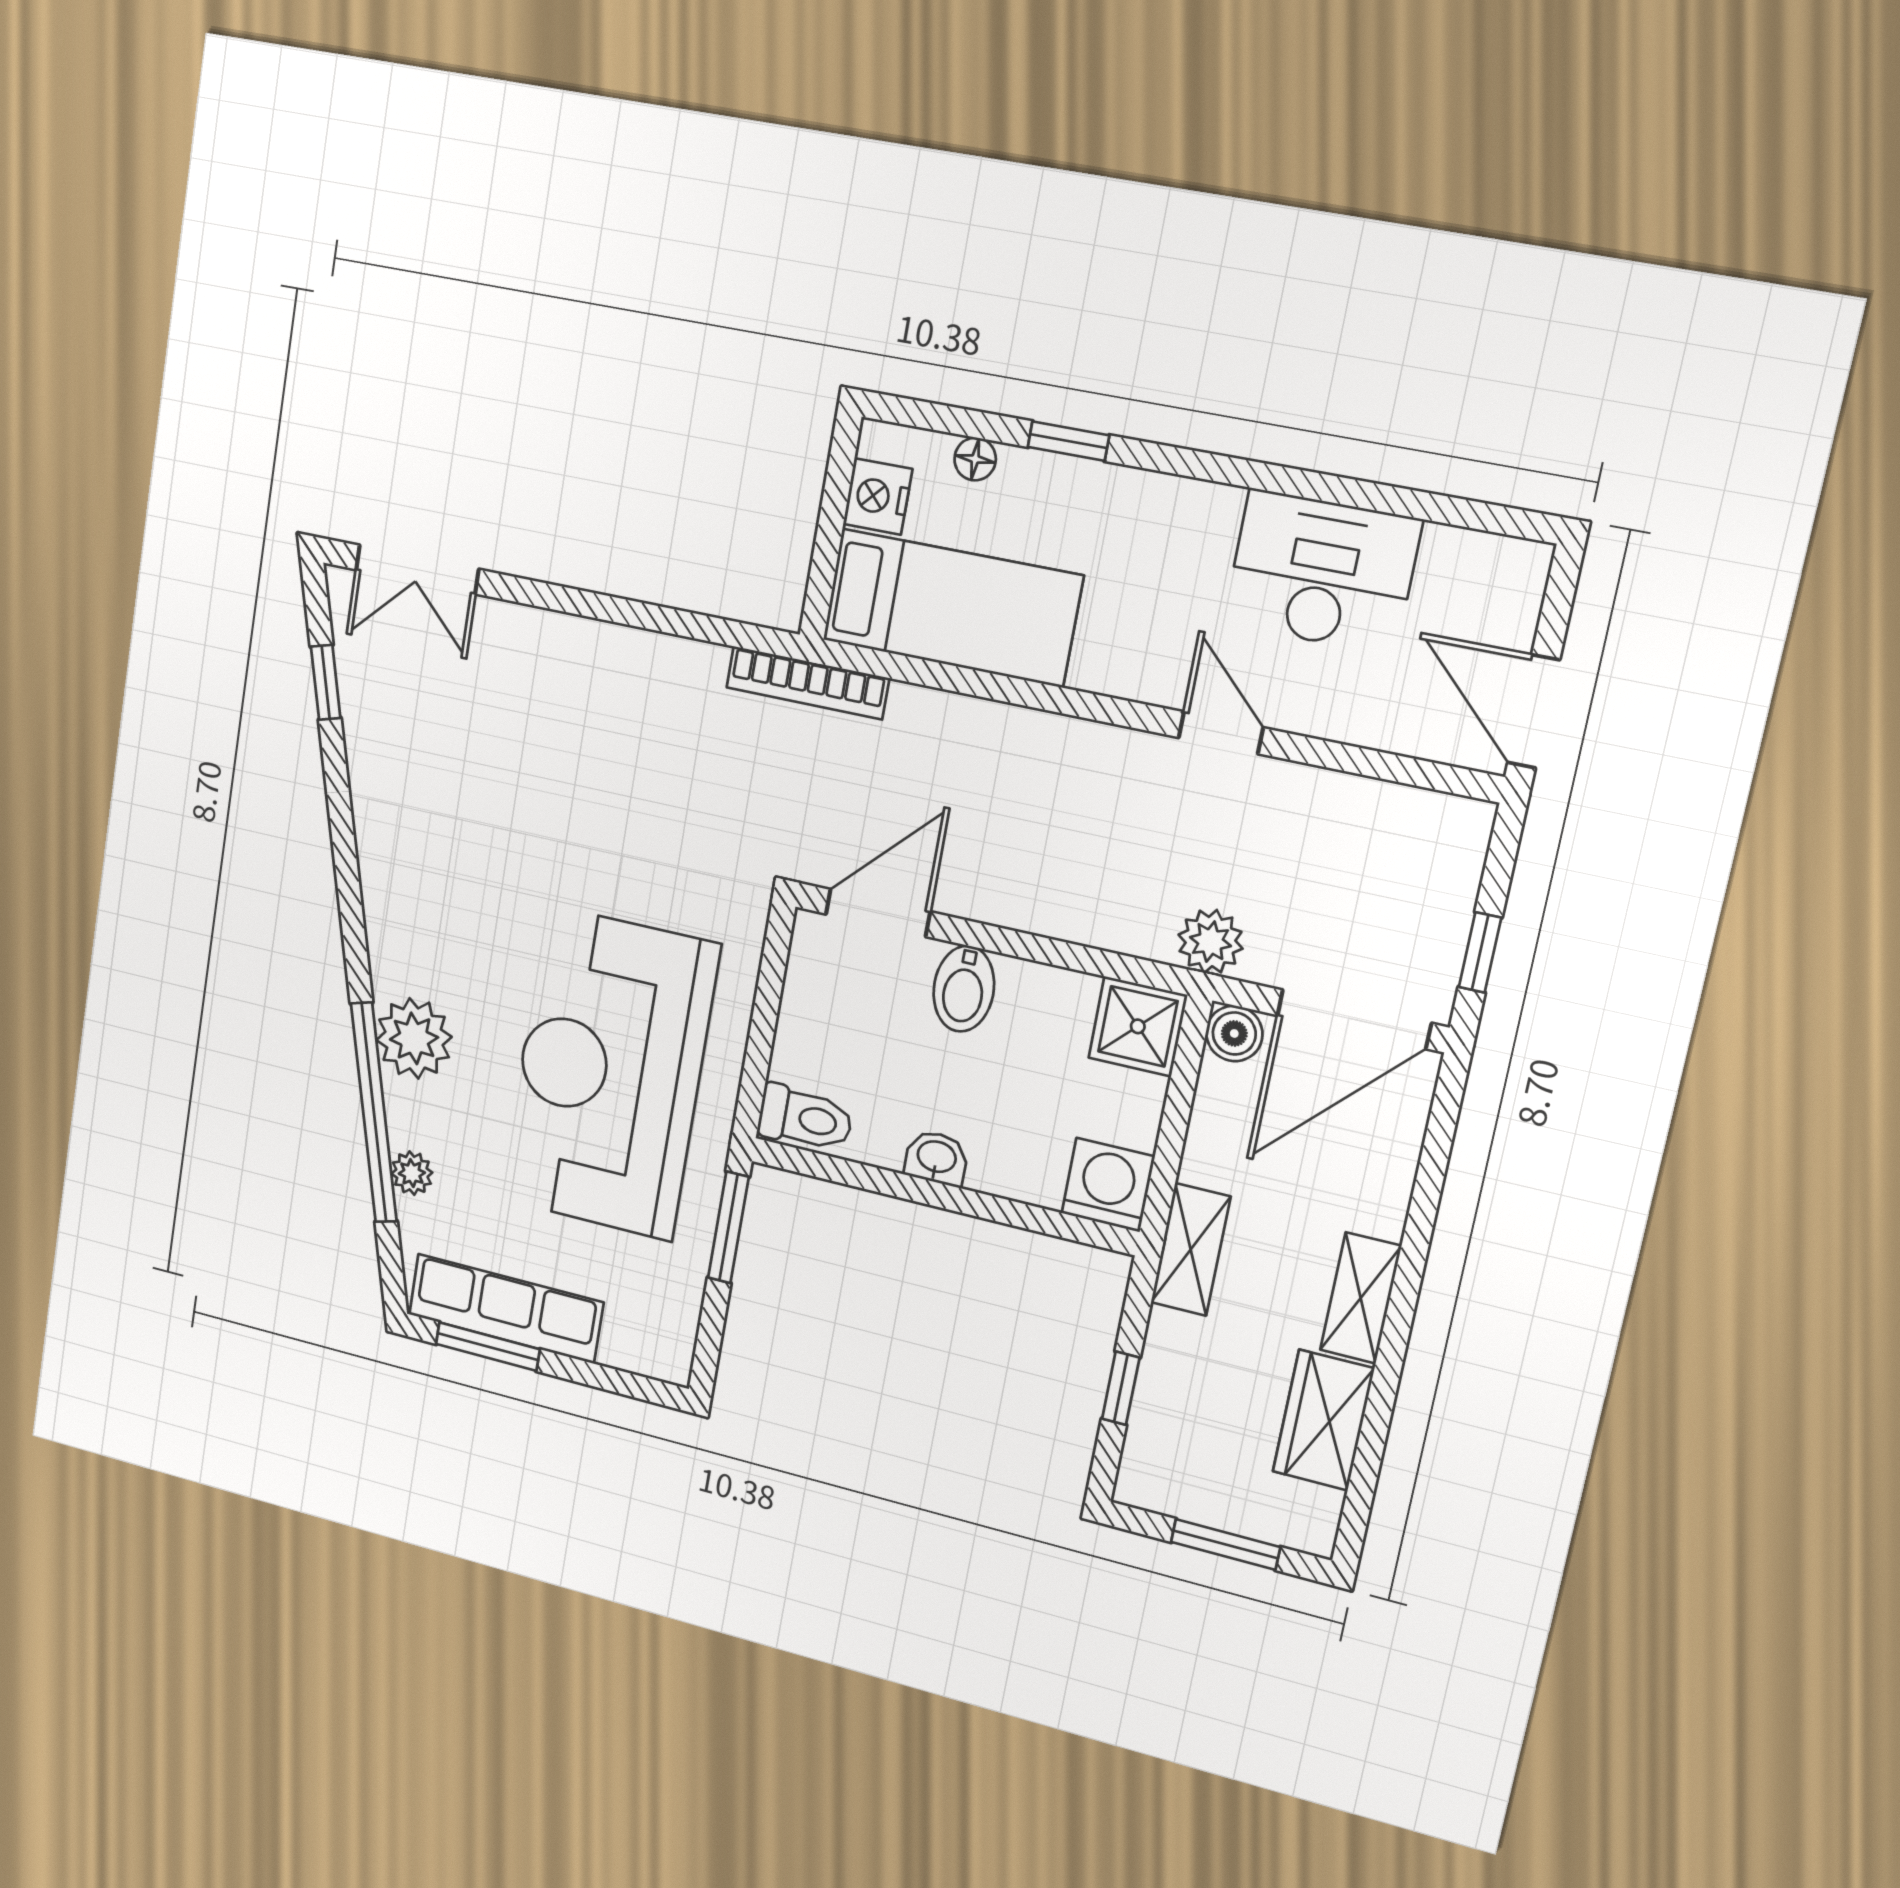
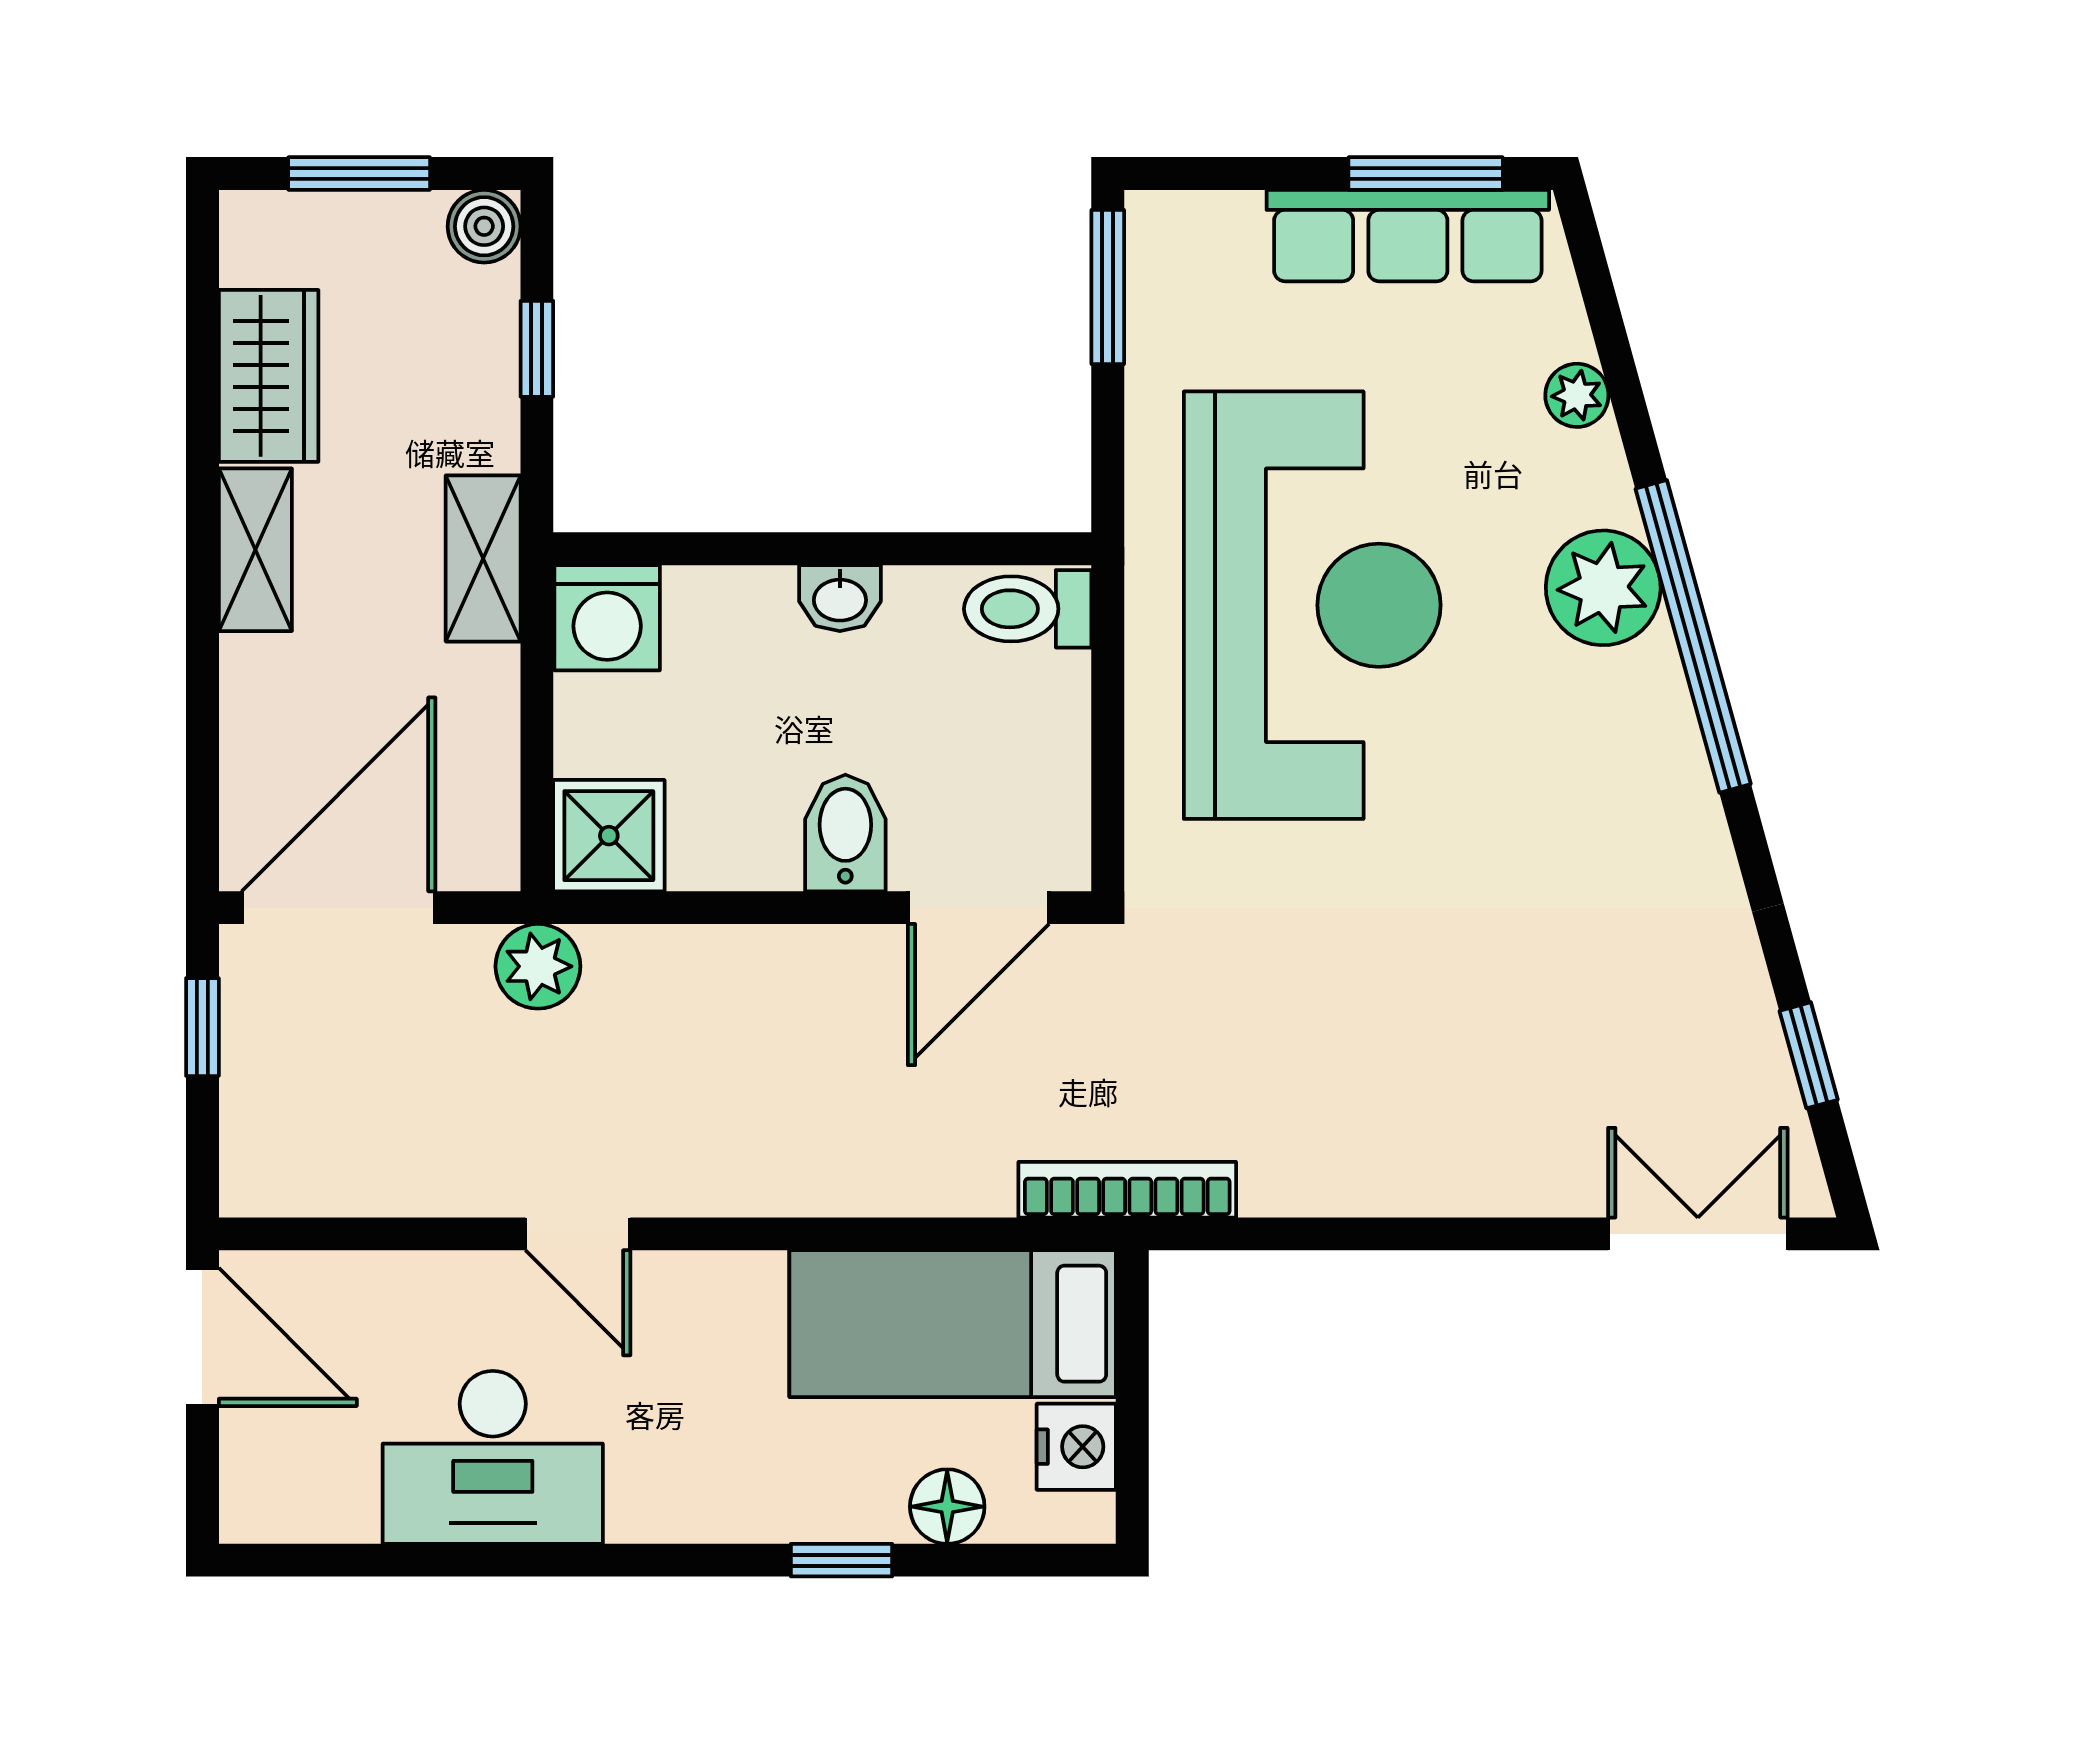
floor lamp: (975, 459) -> (947, 1507), width x1.37, depth x1.37
boiler: (1234, 1033) -> (484, 226), moved
window: (374, 1113) -> (1693, 636), moved
window: (728, 1227) -> (1108, 287), moved

